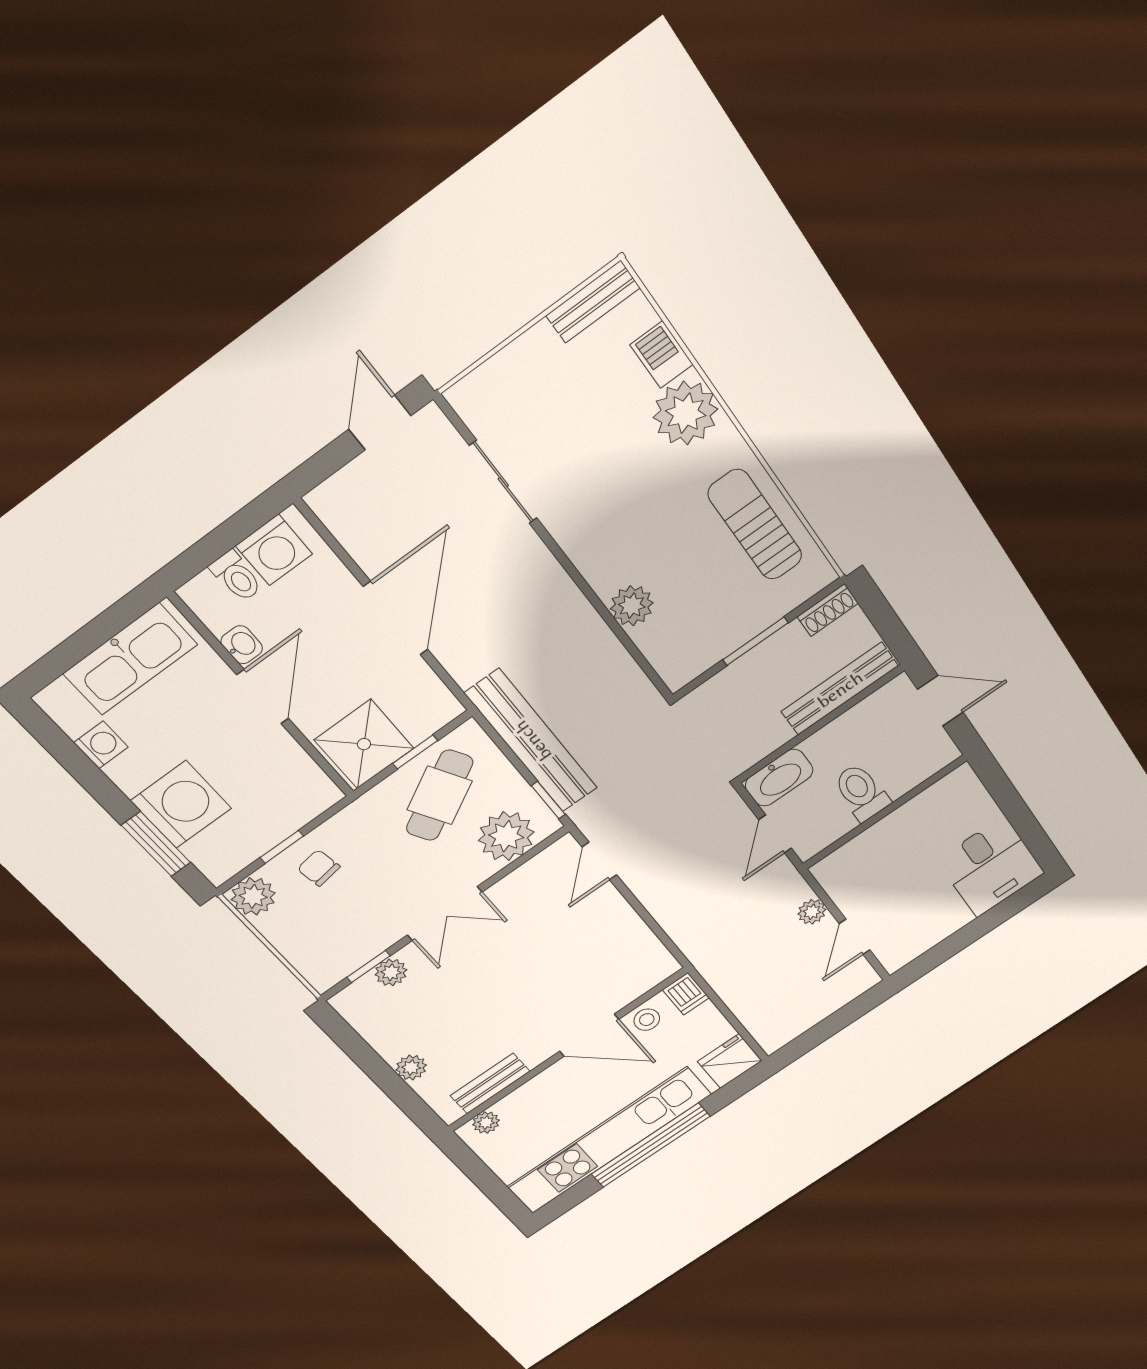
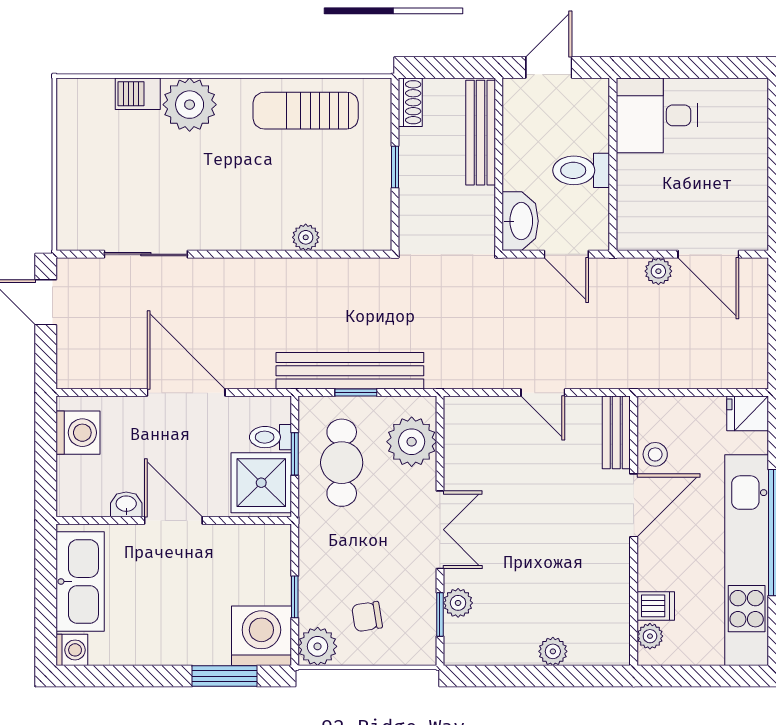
bench: (593, 302) -> (70, 114), removed
toilet: (236, 576) -> (270, 437), moved, turned 180
plant: (632, 606) -> (306, 237), width x0.73, depth x0.73
window: (755, 641) -> (395, 167), width x0.67
washing machine: (101, 745) -> (72, 650), moved, turned 90
cafe table: (440, 795) -> (342, 463), turned 30
window: (548, 800) -> (356, 393), moved
washing machine: (181, 805) -> (261, 636), moved
door: (599, 861) -> (543, 393), moved
desk: (991, 867) -> (657, 115), moved, turned 180
chair: (319, 868) -> (367, 617), moved
door: (855, 937) -> (708, 254), width x1.38
dishwasher: (686, 994) -> (656, 606), moved
fridge: (730, 1061) -> (748, 413), width x0.72
bench: (490, 1084) -> (616, 432), moved

